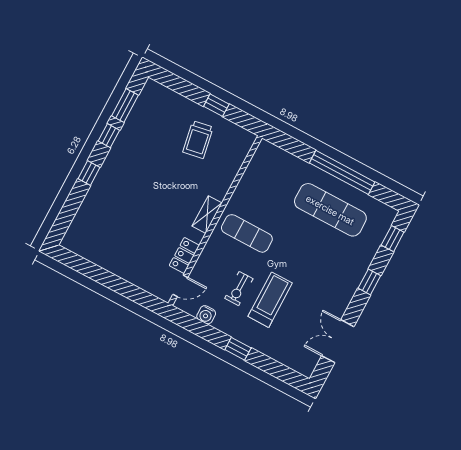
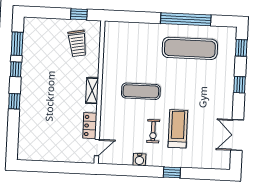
shelving: (207, 215) -> (92, 91), moved
wall: (215, 221) -> (100, 92), moved
locker: (184, 255) -> (90, 126), moved
door: (180, 286) -> (97, 147), moved

